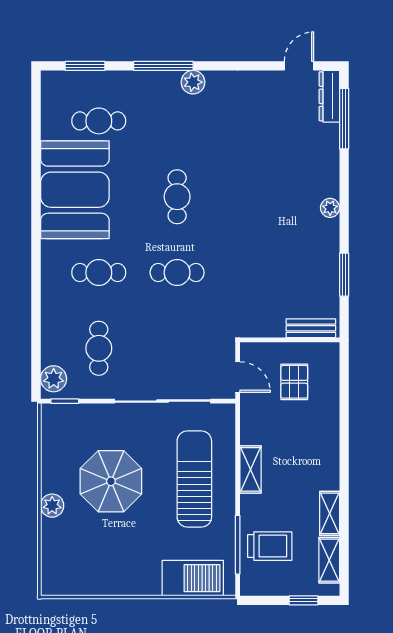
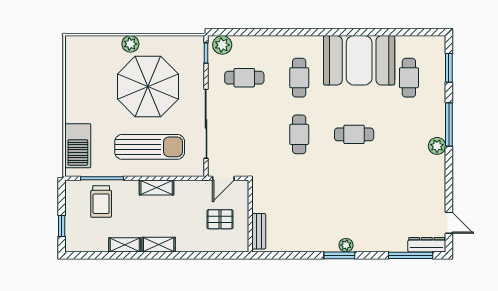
window: (344, 275) -> (339, 255), moved
parasol: (111, 481) -> (148, 86), width x1.36, depth x1.36
shelving: (329, 560) -> (159, 245), moved

